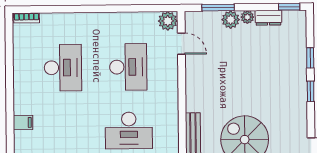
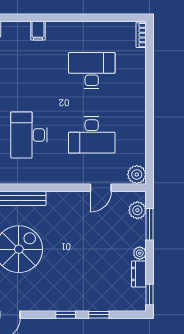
plant: (231, 20) -> (137, 210), moved
door: (181, 44) -> (101, 188), moved
desk: (63, 68) -> (92, 70), turned 180

